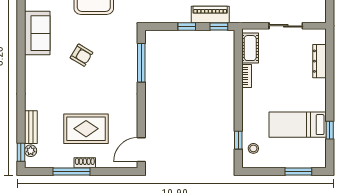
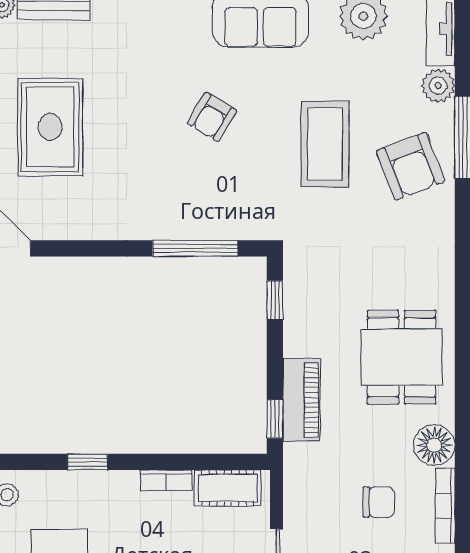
window: (187, 27) -> (275, 300), moved
window: (238, 140) -> (88, 462), moved

